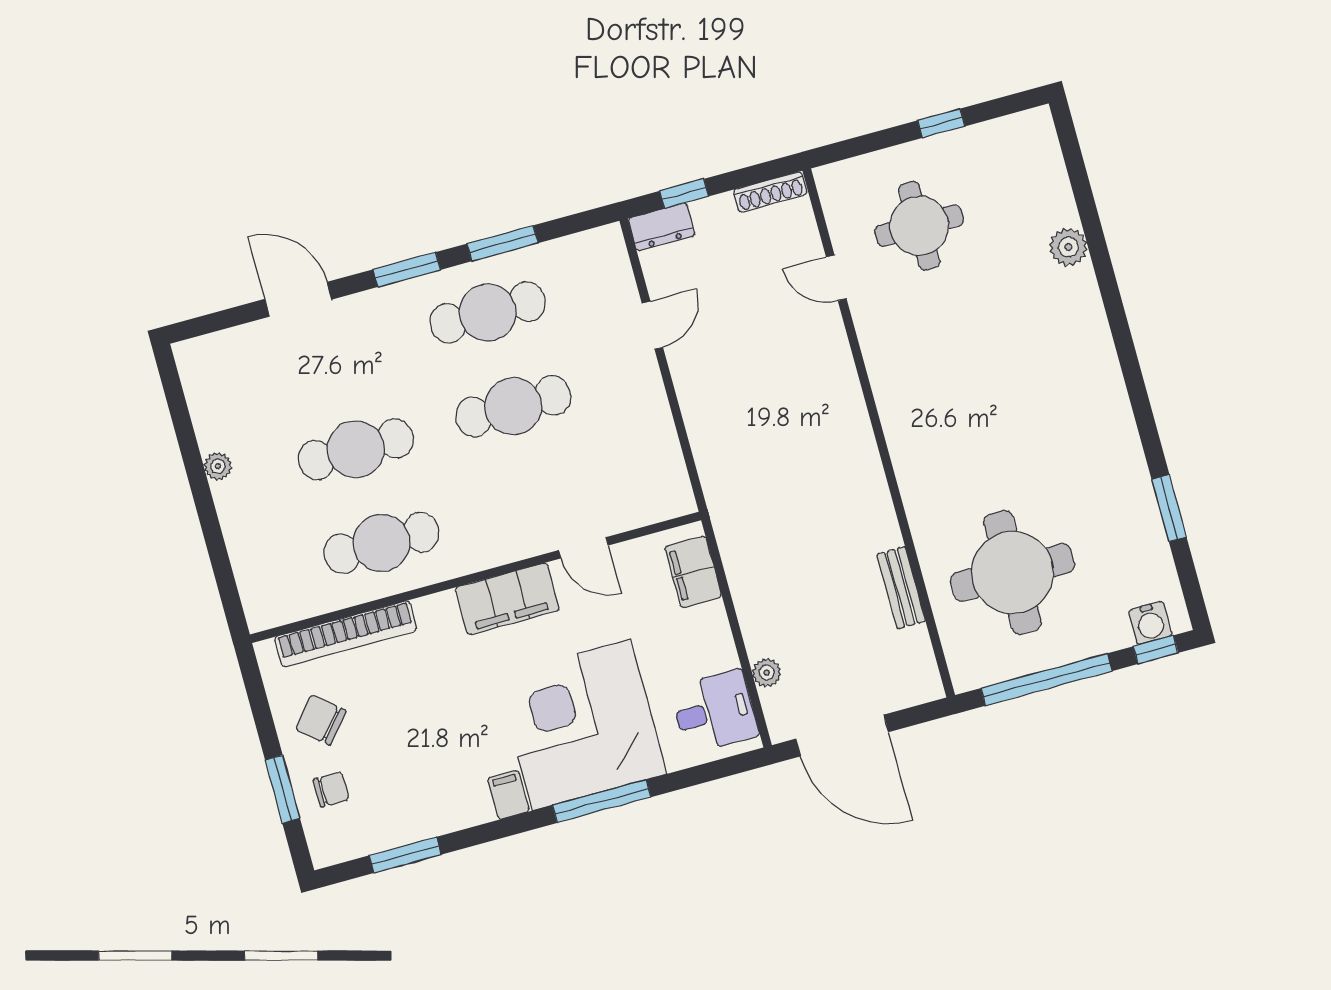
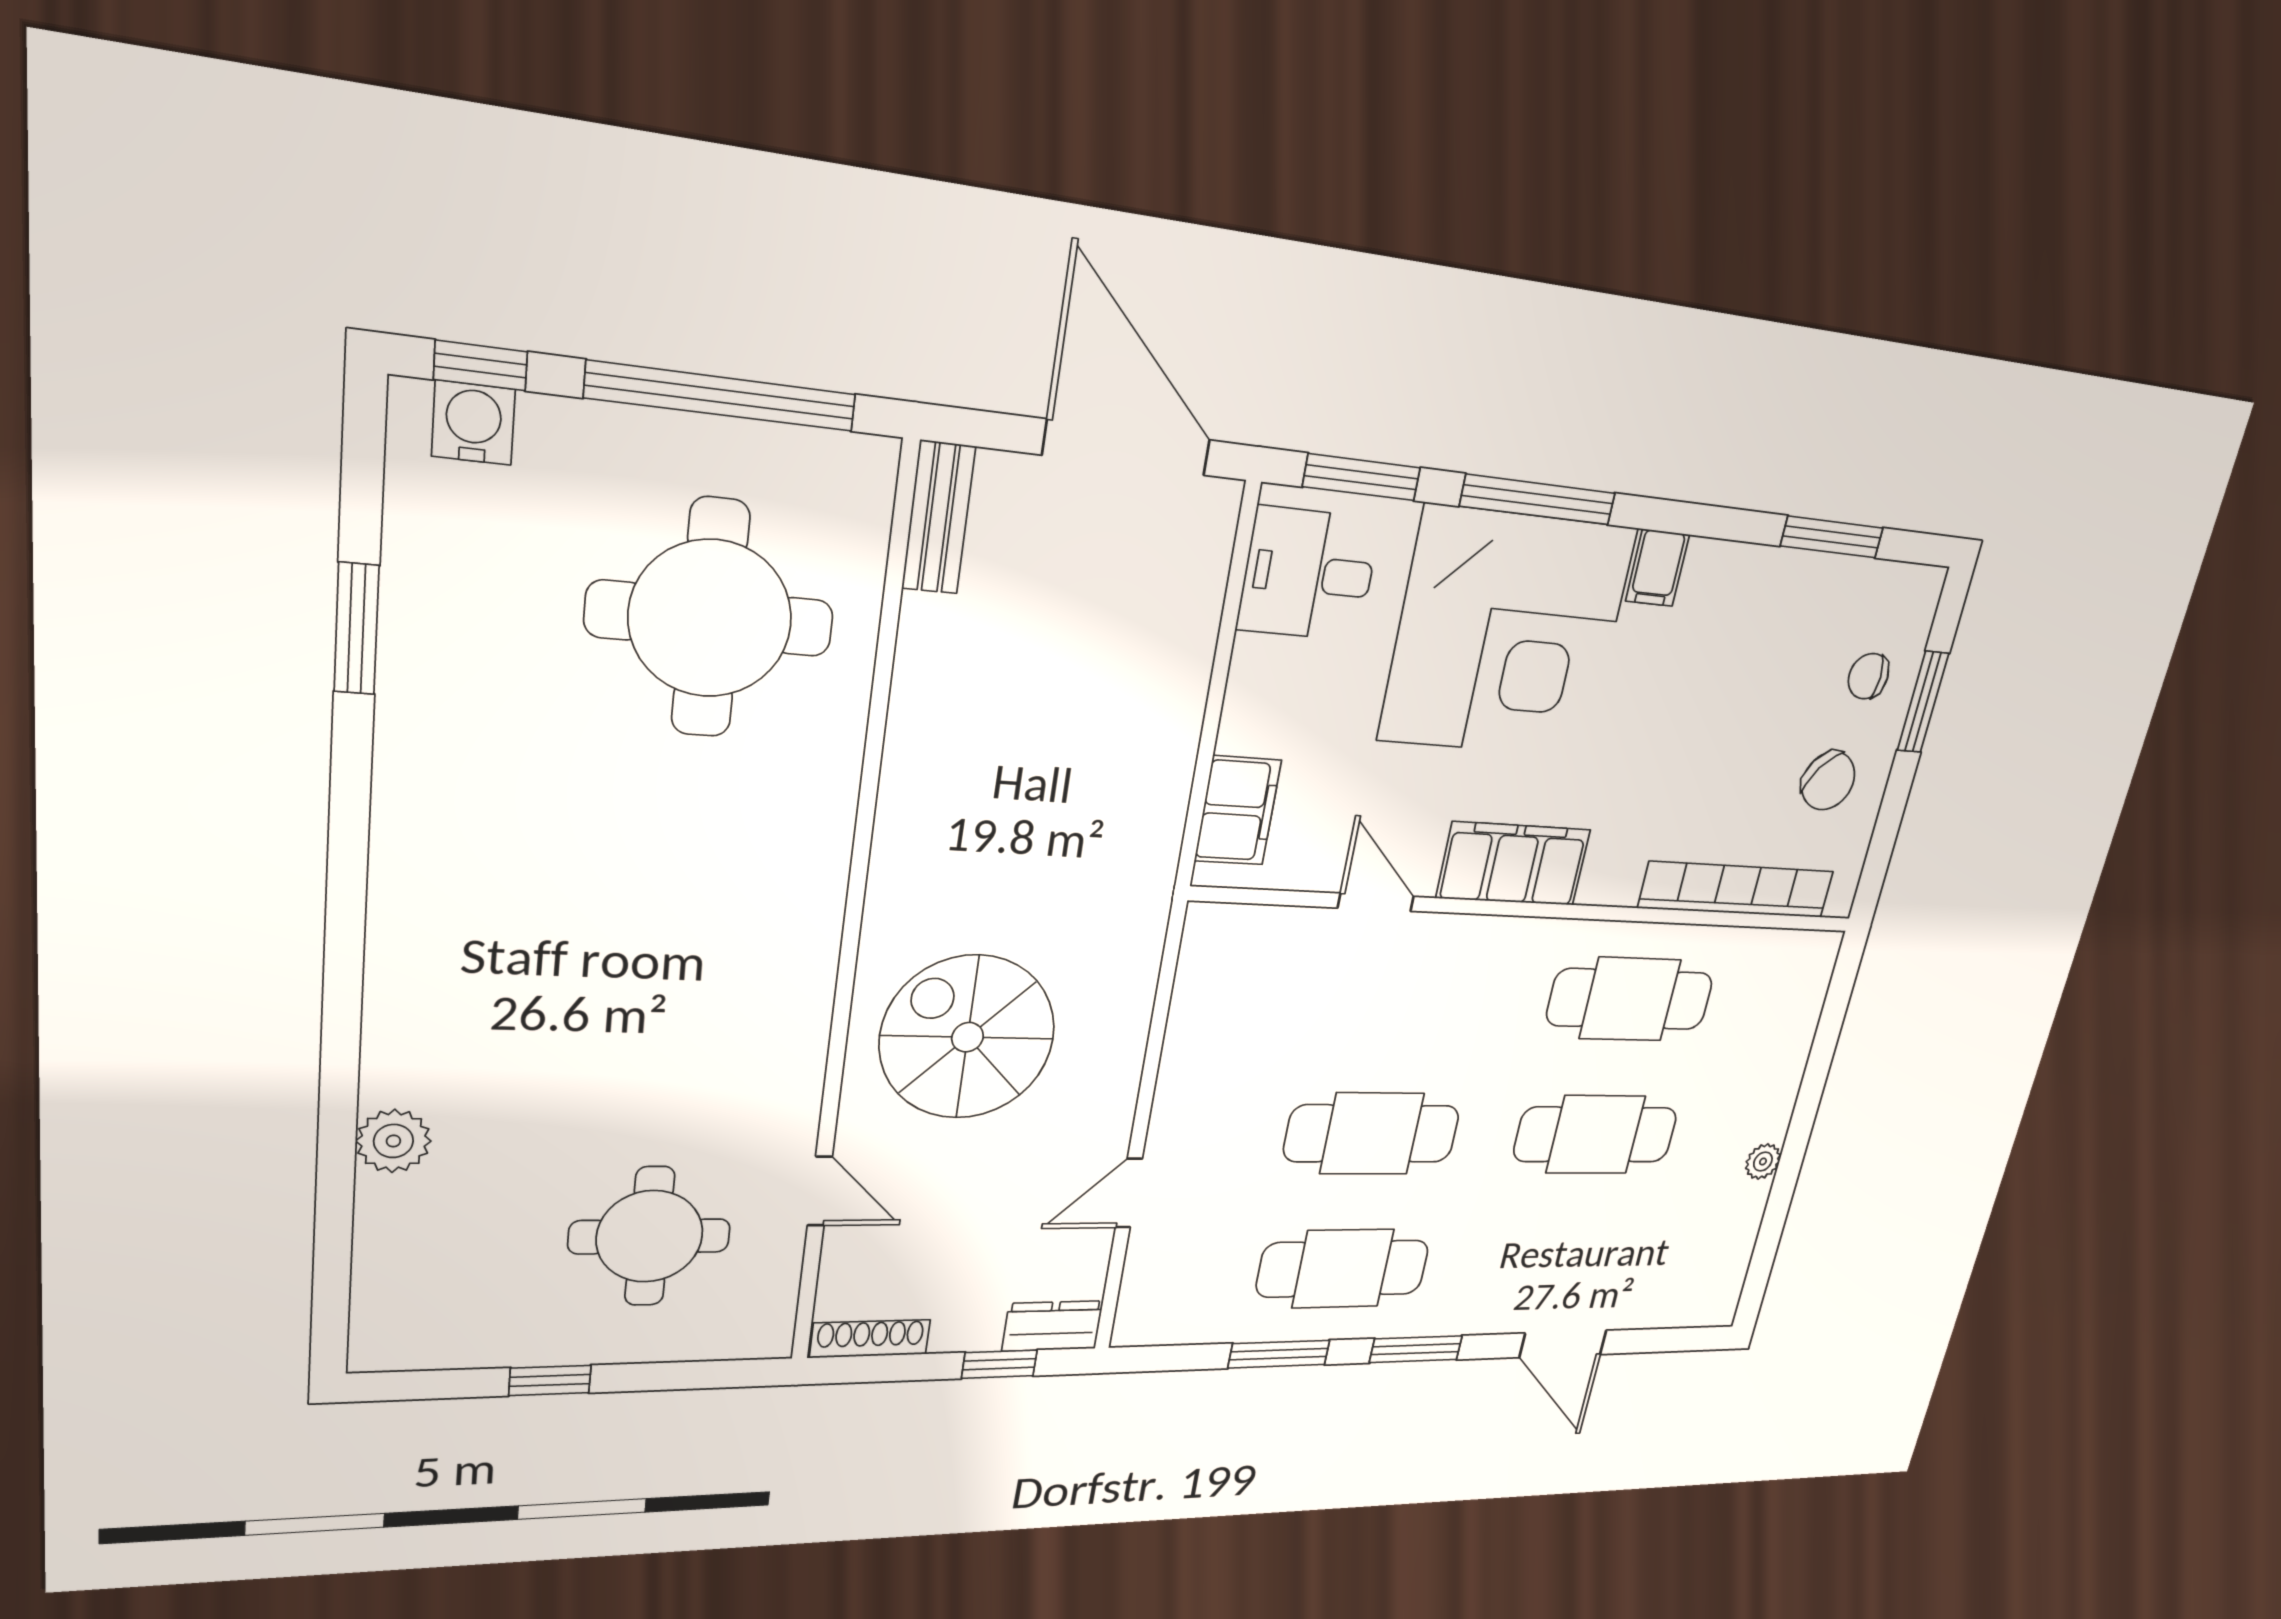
spiral stairs: (790, 393) -> (968, 1037), added
bench: (901, 588) -> (939, 518), moved
plant: (767, 673) -> (1200, 606), removed
window: (709, 772) -> (1362, 477), added

